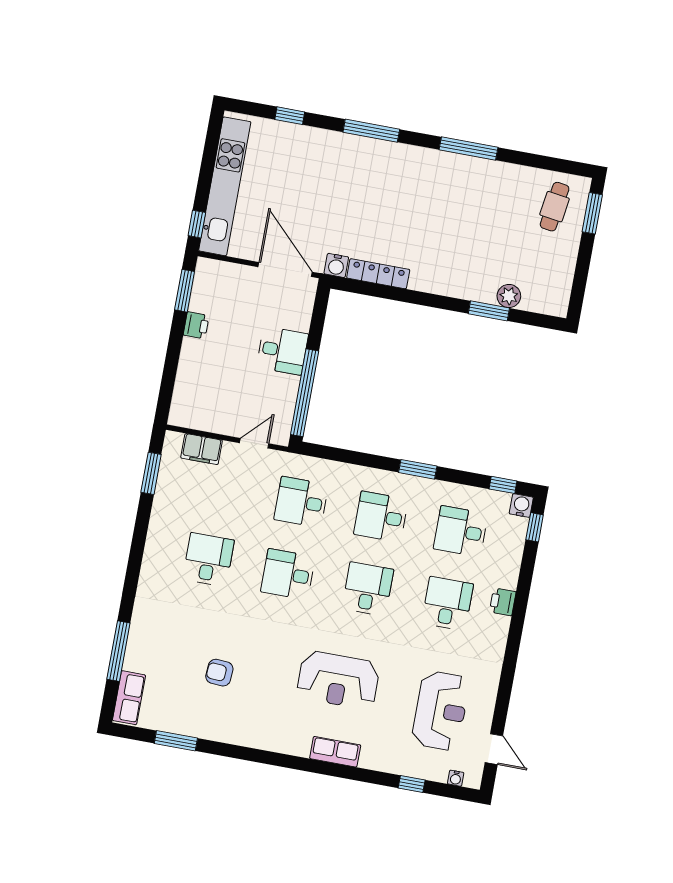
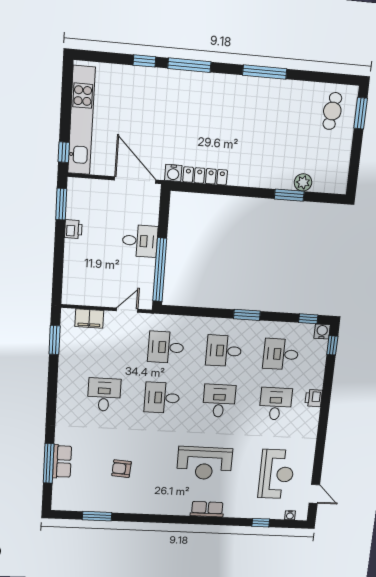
window: (290, 116) -> (144, 61), moved
row of seats: (129, 698) -> (62, 461), moved

